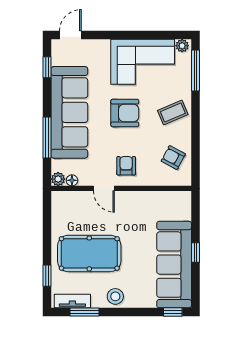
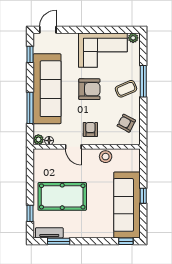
window: (195, 70) -> (143, 81), moved
stool: (115, 296) -> (106, 157), moved

